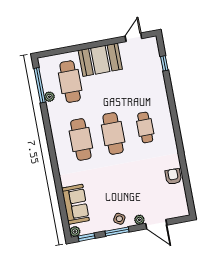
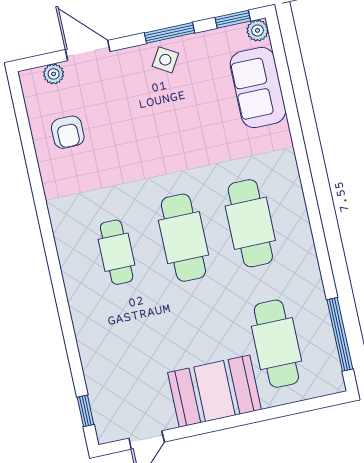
window: (164, 63) -> (85, 411), moved
plant: (49, 97) -> (319, 311), removed
armchair: (173, 176) -> (68, 132), moved
plant: (139, 220) -> (54, 74), moved

